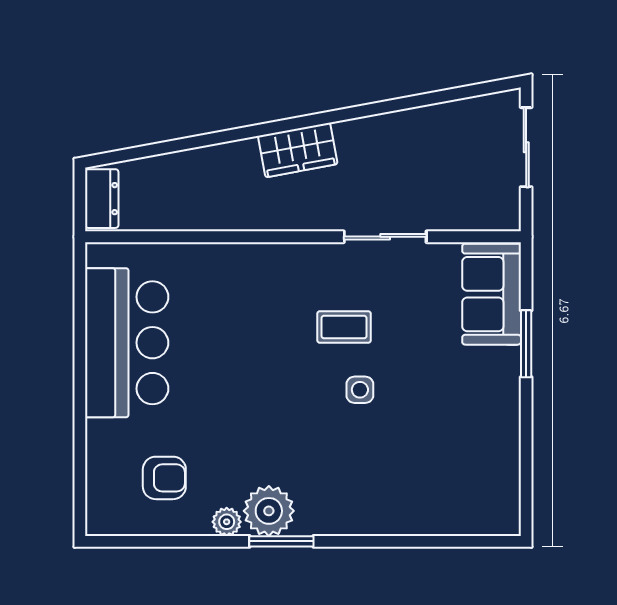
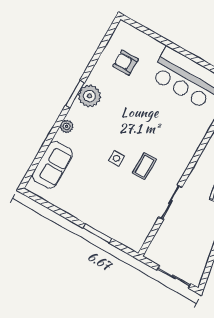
sofa: (492, 294) -> (52, 165), moved, turned 90
armchair: (164, 478) -> (126, 63), turned 90
plant: (227, 522) -> (67, 126), moved

